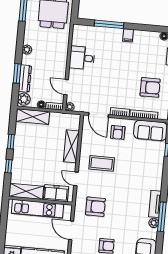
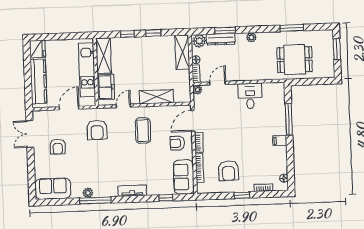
tv unit: (155, 204) -> (132, 191), moved

